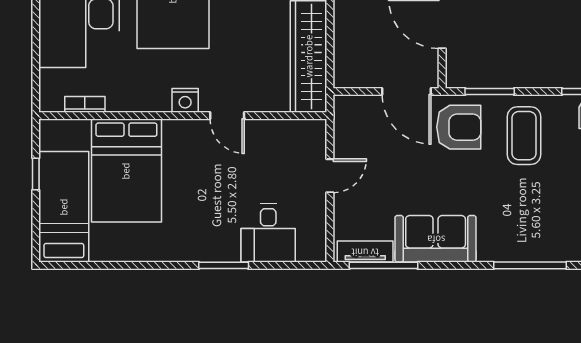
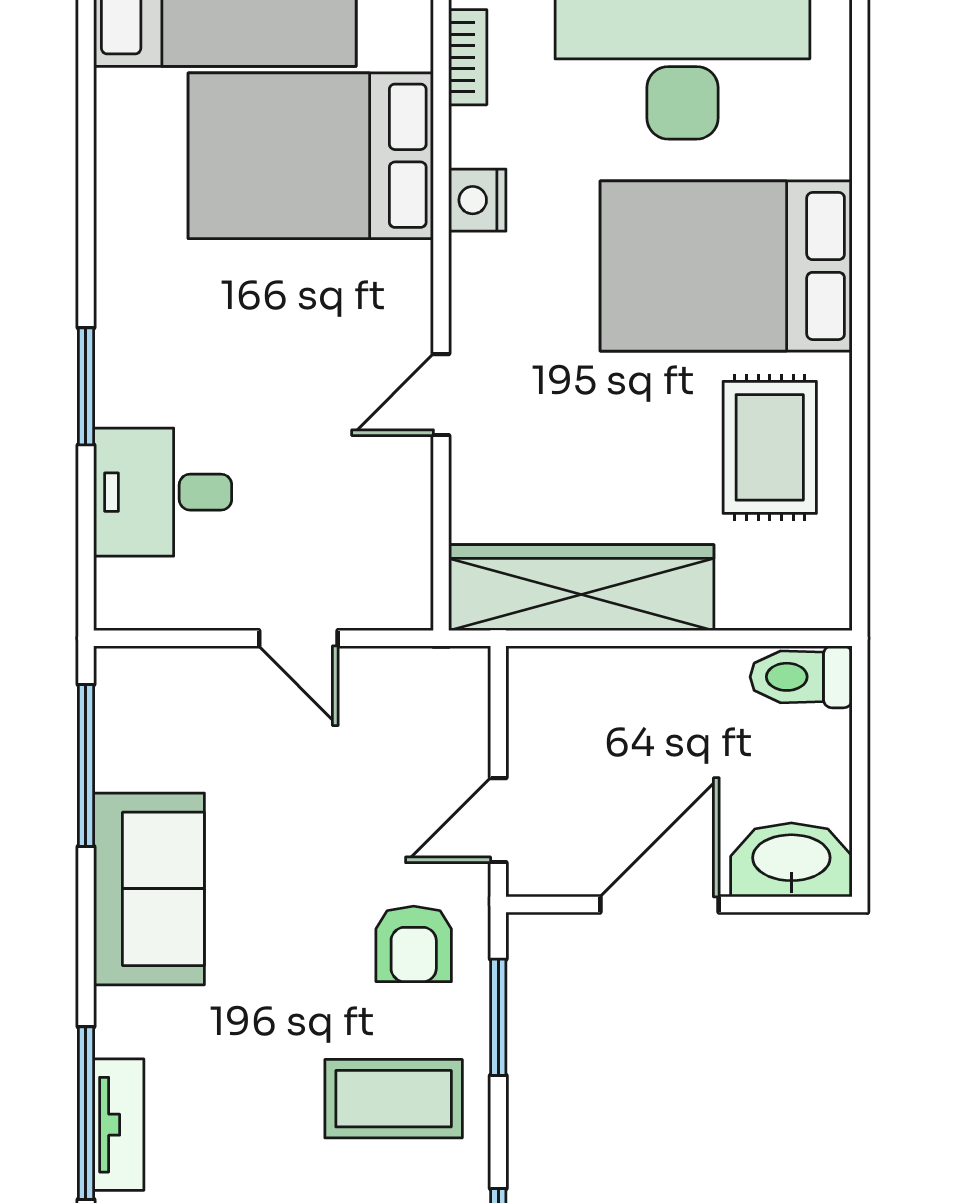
door: (407, 92) -> (498, 820), width x0.73
nightstand: (185, 100) -> (477, 200), moved
armchair: (459, 127) -> (414, 944), width x0.72, depth x0.72
tv unit: (365, 252) -> (119, 1125), moved

